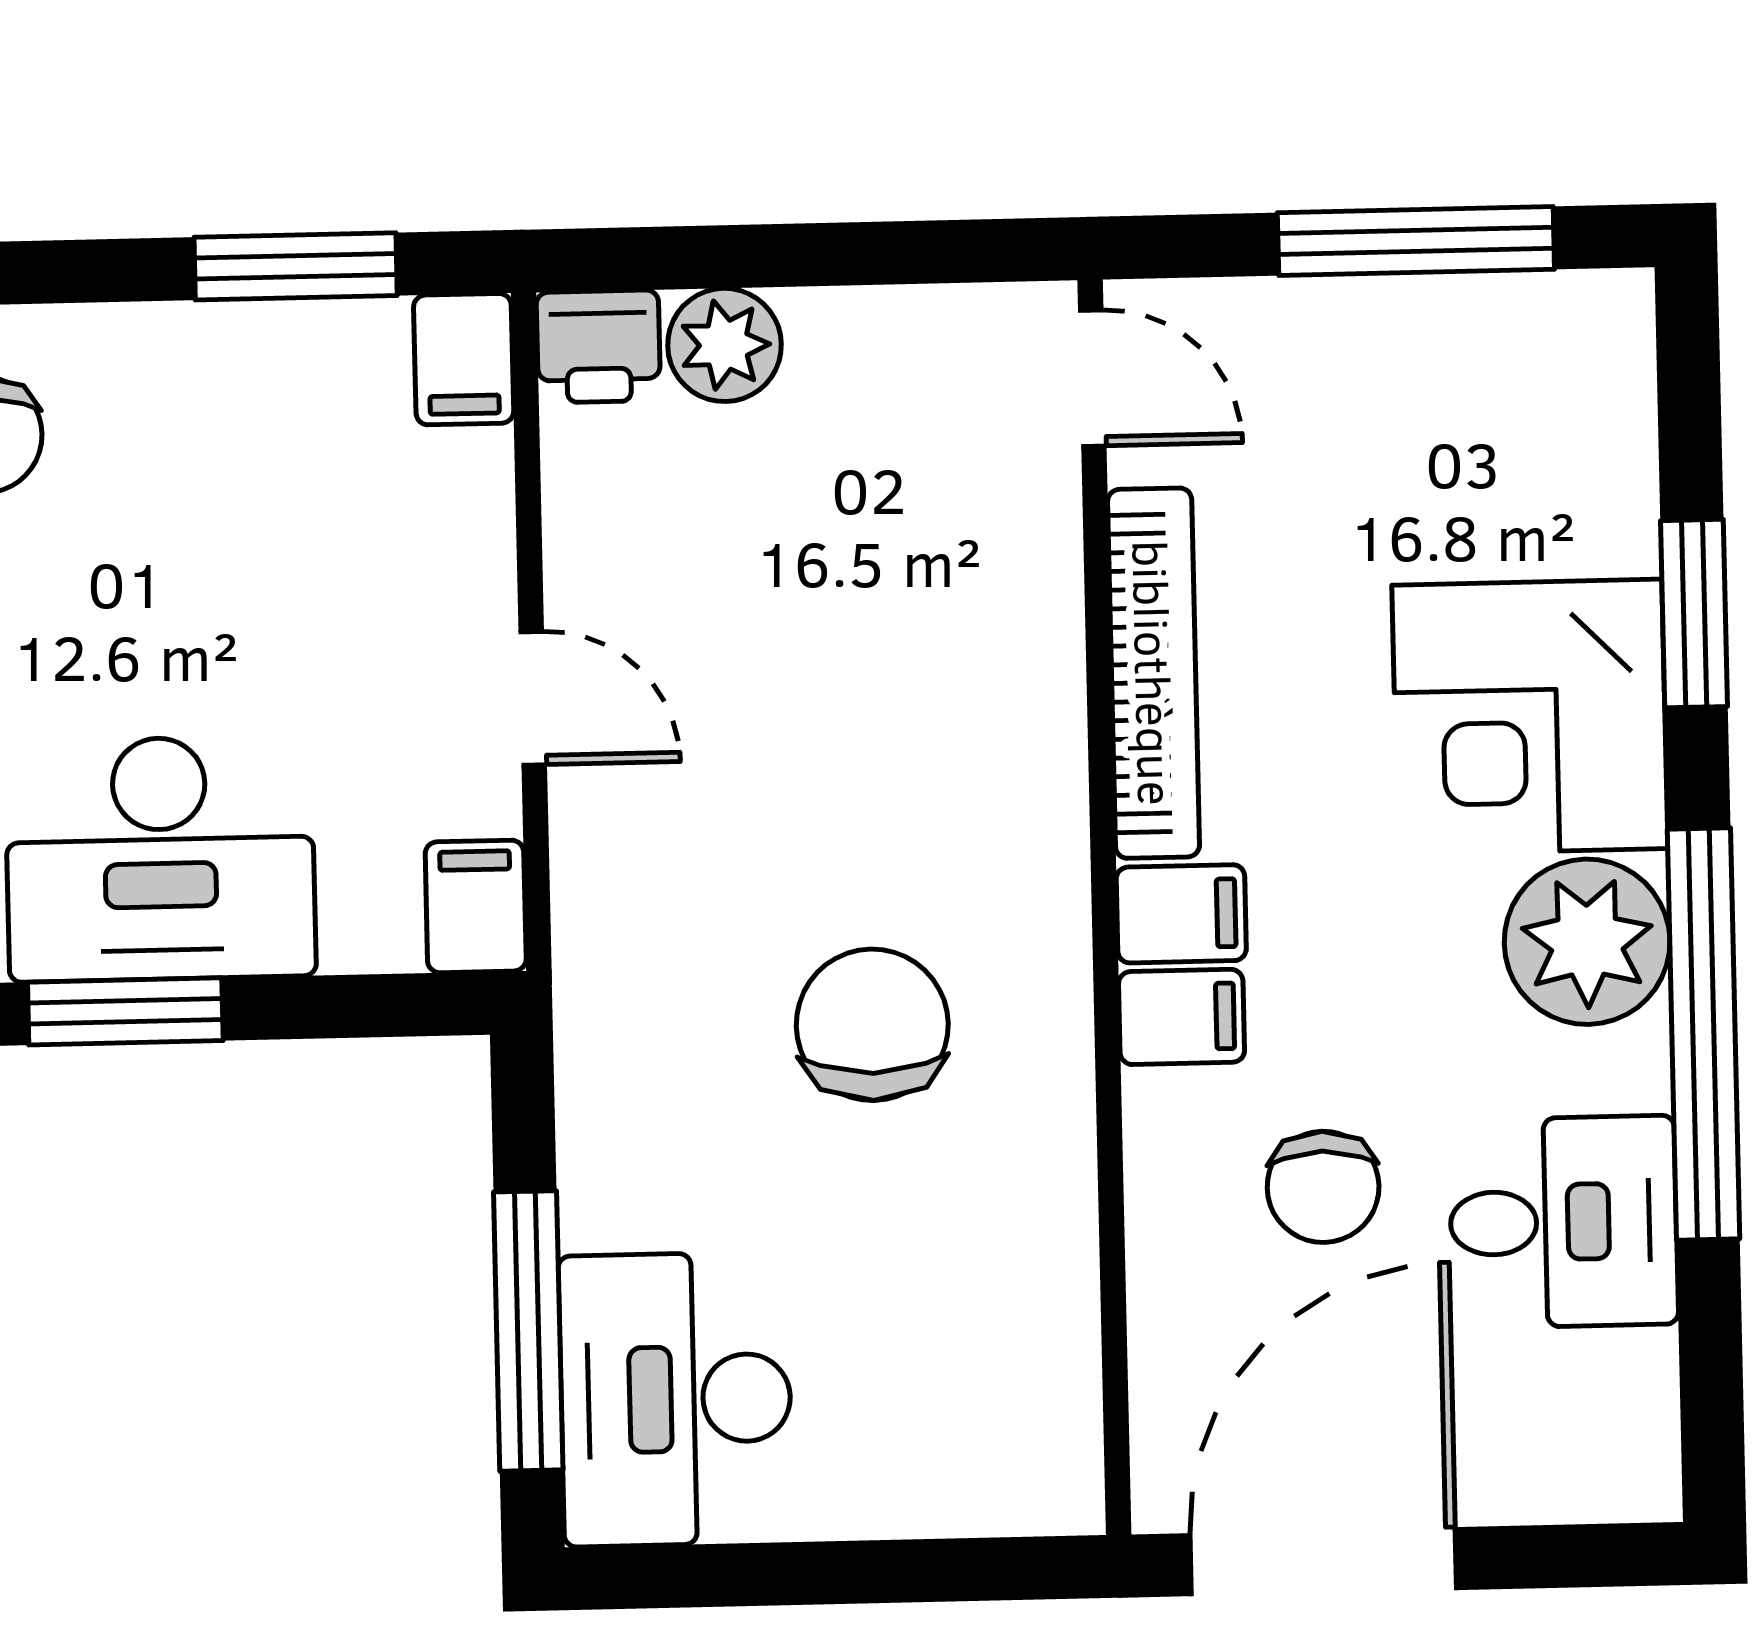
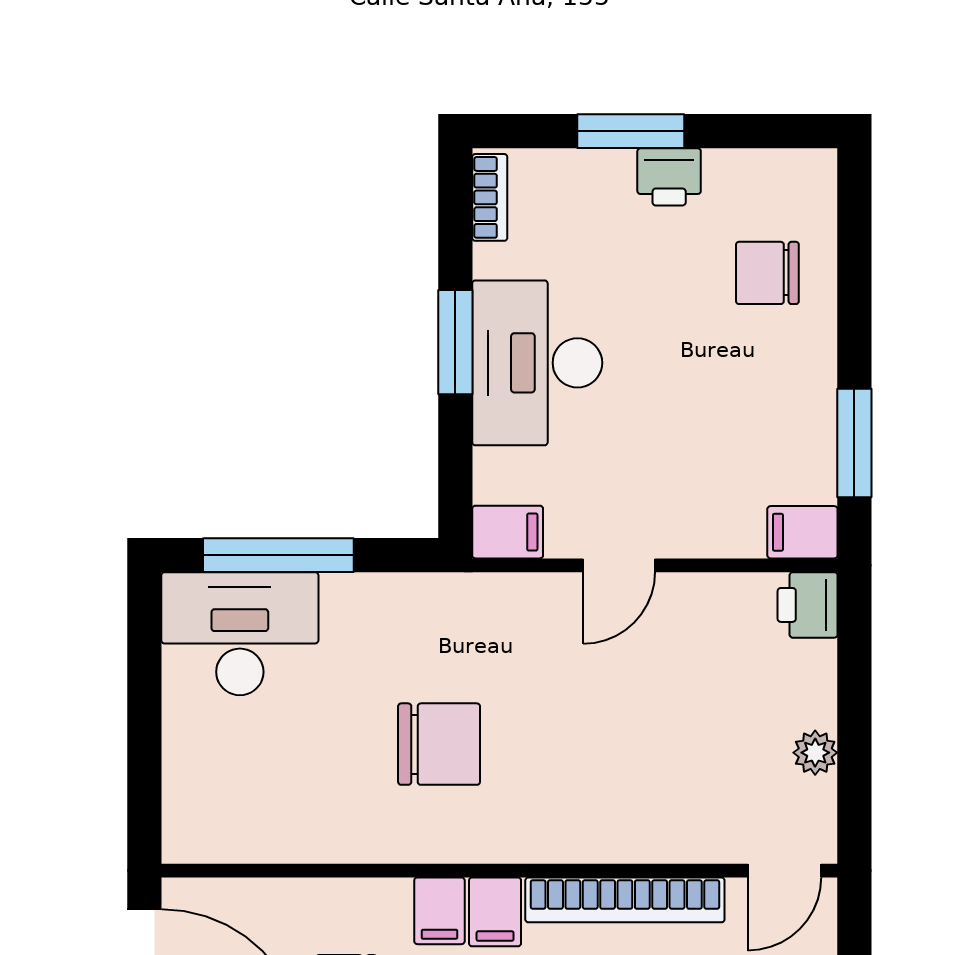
plant: (724, 345) -> (815, 753), moved, width x0.73, depth x0.73

